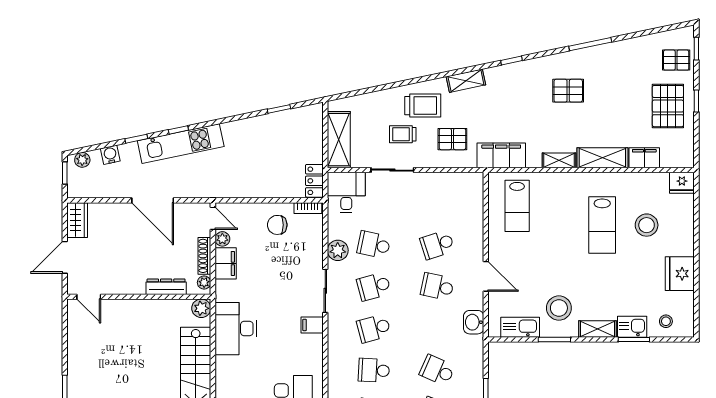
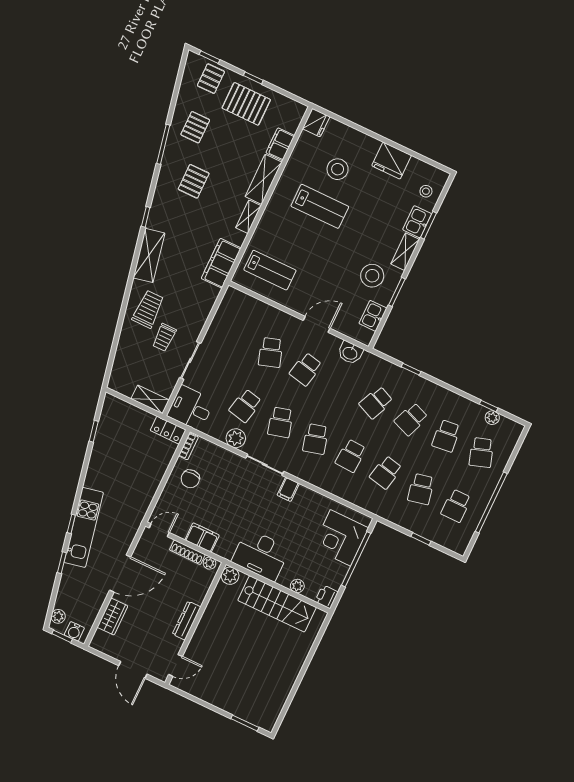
shelving: (466, 81) -> (149, 255), width x1.50, depth x1.33
pallet: (452, 139) -> (195, 127), moved
shelving: (339, 140) -> (150, 399), width x0.67, depth x0.75
water cooler: (110, 155) -> (74, 631), moved, turned -78
wardrobe: (77, 220) -> (112, 617), moved, turned 90
plant: (222, 239) -> (297, 586), moved
dresser: (166, 287) -> (187, 621), moved
kitchen sink: (520, 327) -> (373, 316), width x0.73

